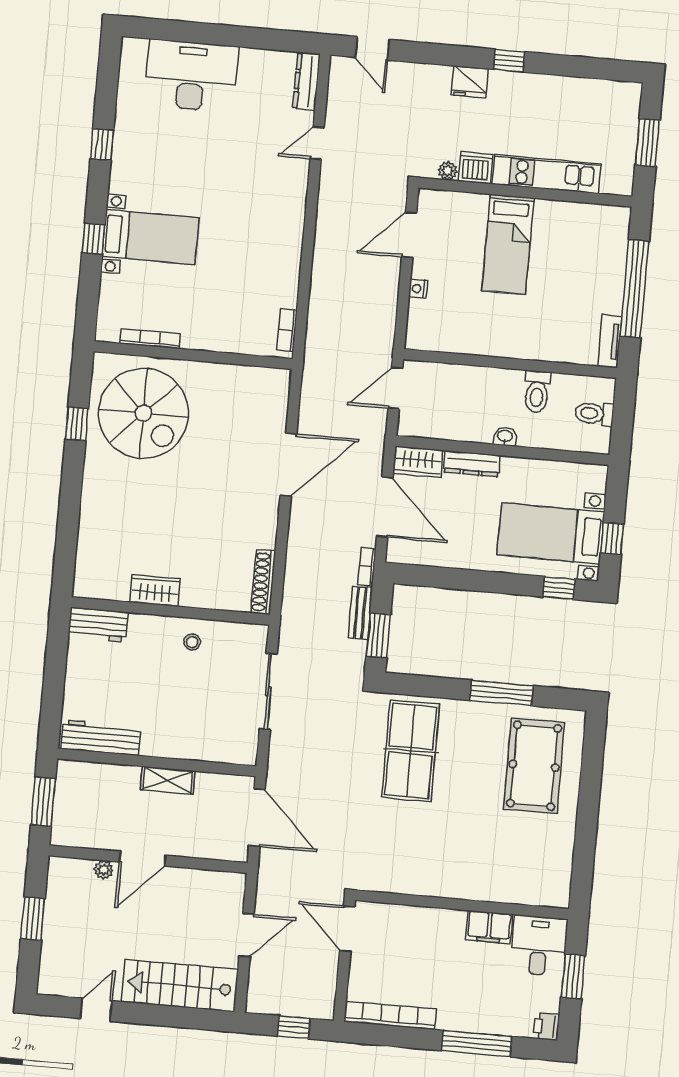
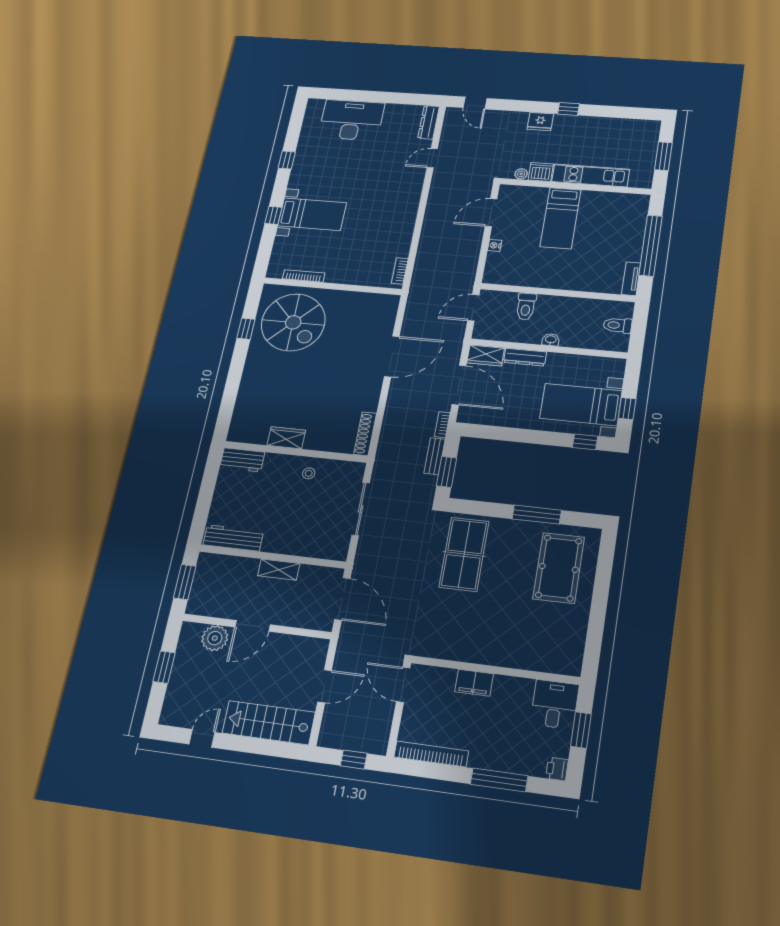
toilet: (537, 392) -> (526, 306), moved
plant: (104, 870) -> (215, 638), width x1.88, depth x1.88
filing cabinet: (489, 927) -> (474, 683), moved

